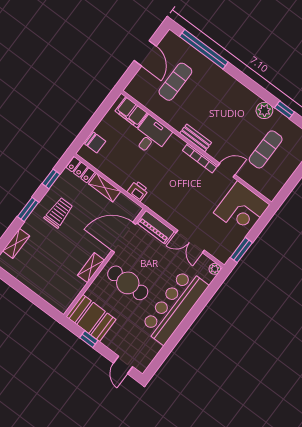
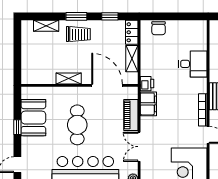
filing cabinet: (131, 112) -> (148, 104), moved, turned 180
trolley: (59, 213) -> (78, 34), moved
door: (124, 237) -> (107, 85), moved
wall: (105, 262) -> (80, 85), moved
shelving: (91, 268) -> (69, 79), moved

